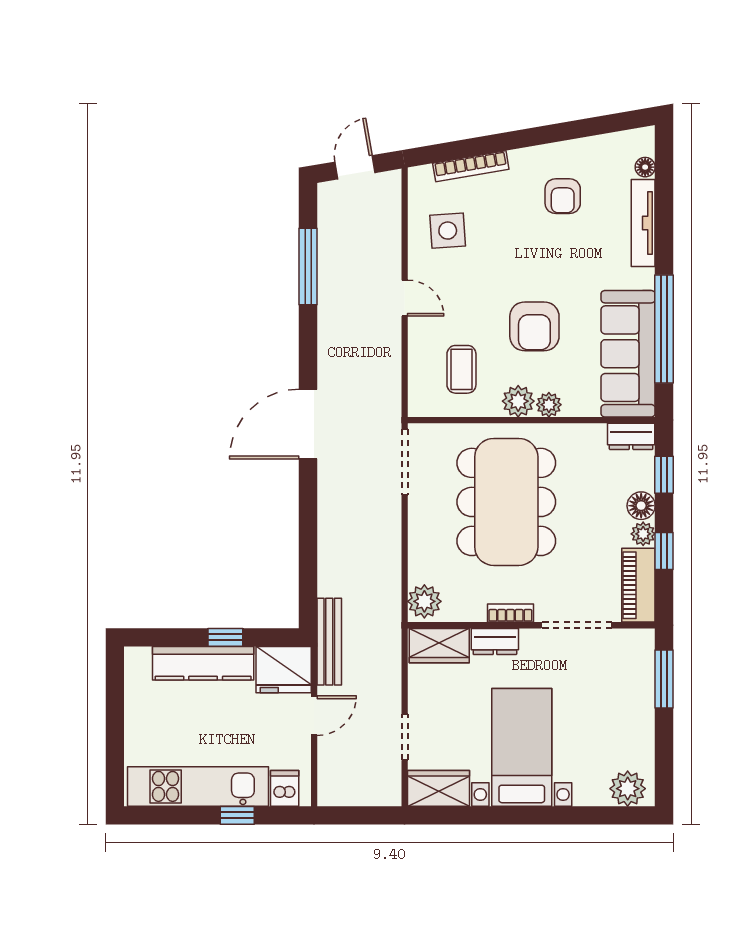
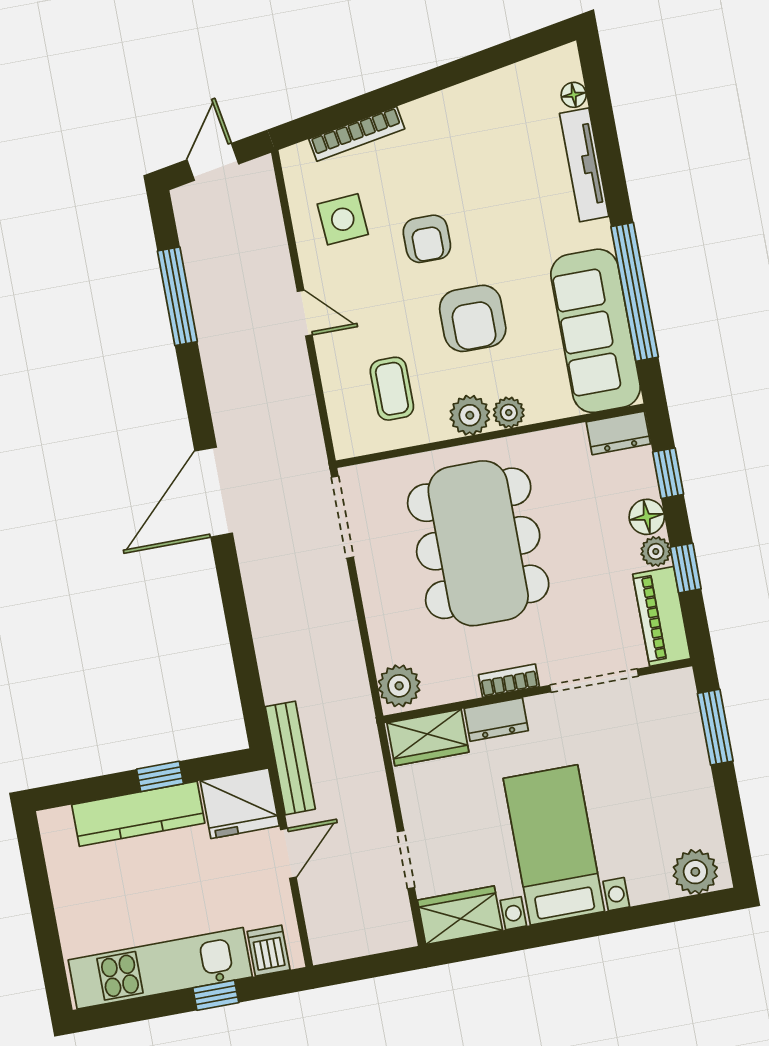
armchair: (563, 196) -> (427, 239), moved

